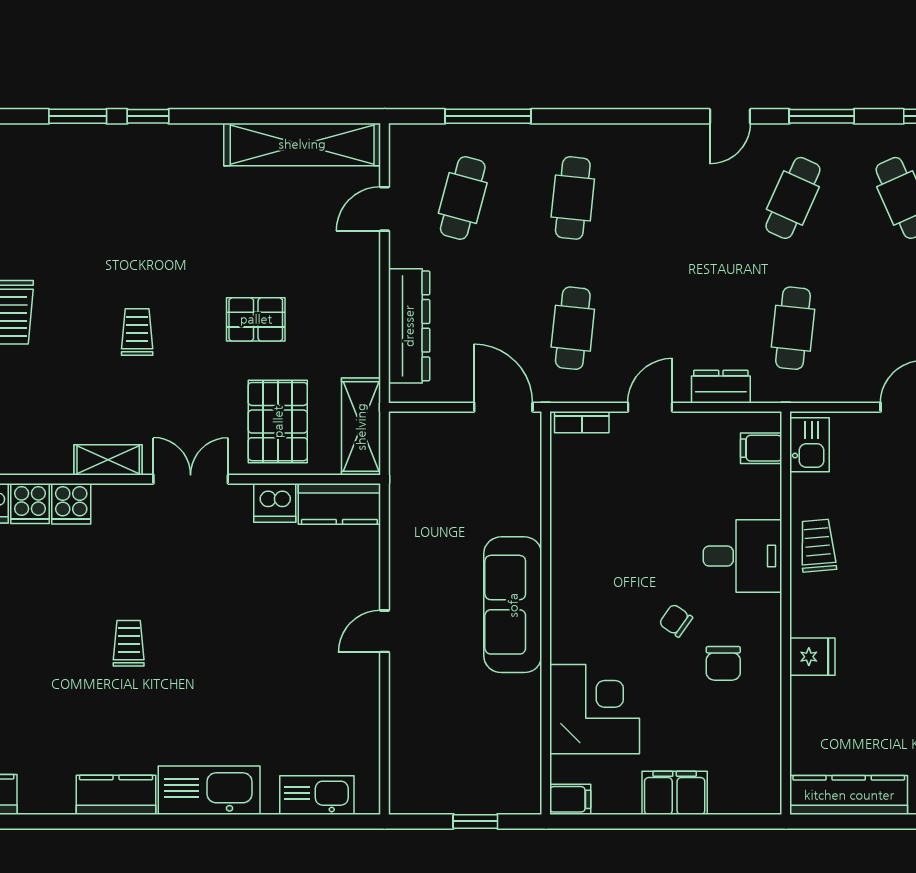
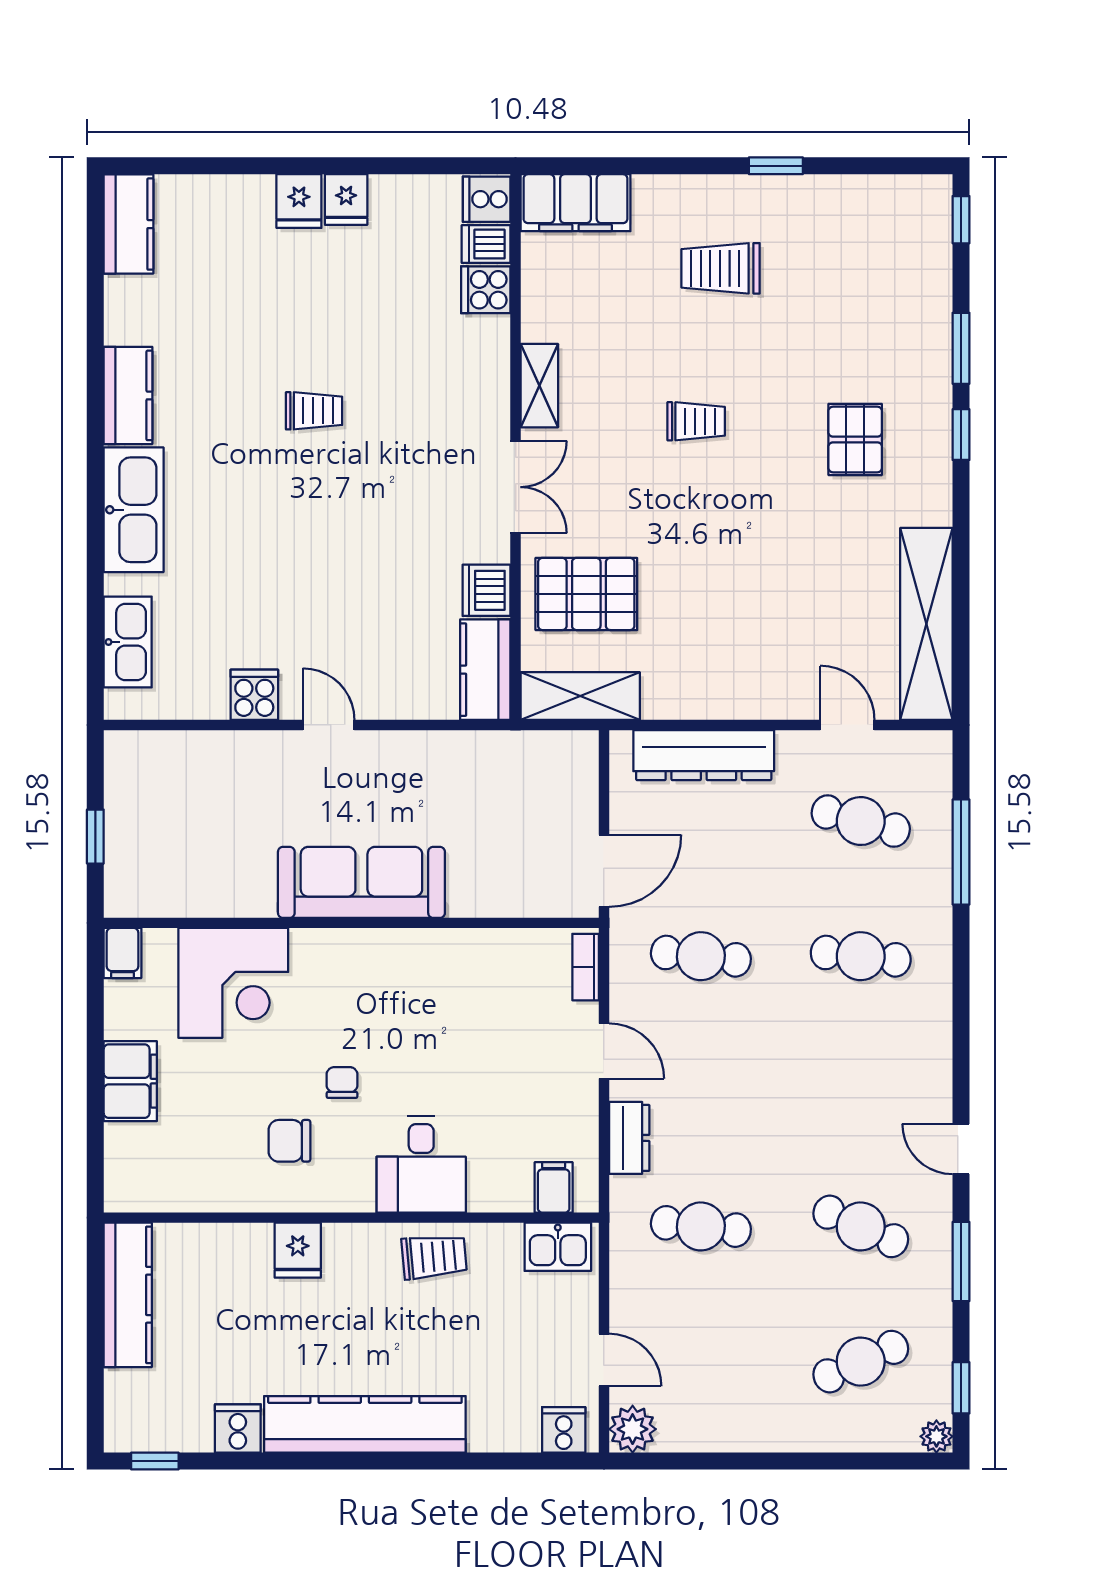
pallet: (256, 319) -> (855, 439), moved
cooker: (71, 504) -> (254, 695), moved, turned 90
chair: (676, 621) -> (342, 1083), turned -35

